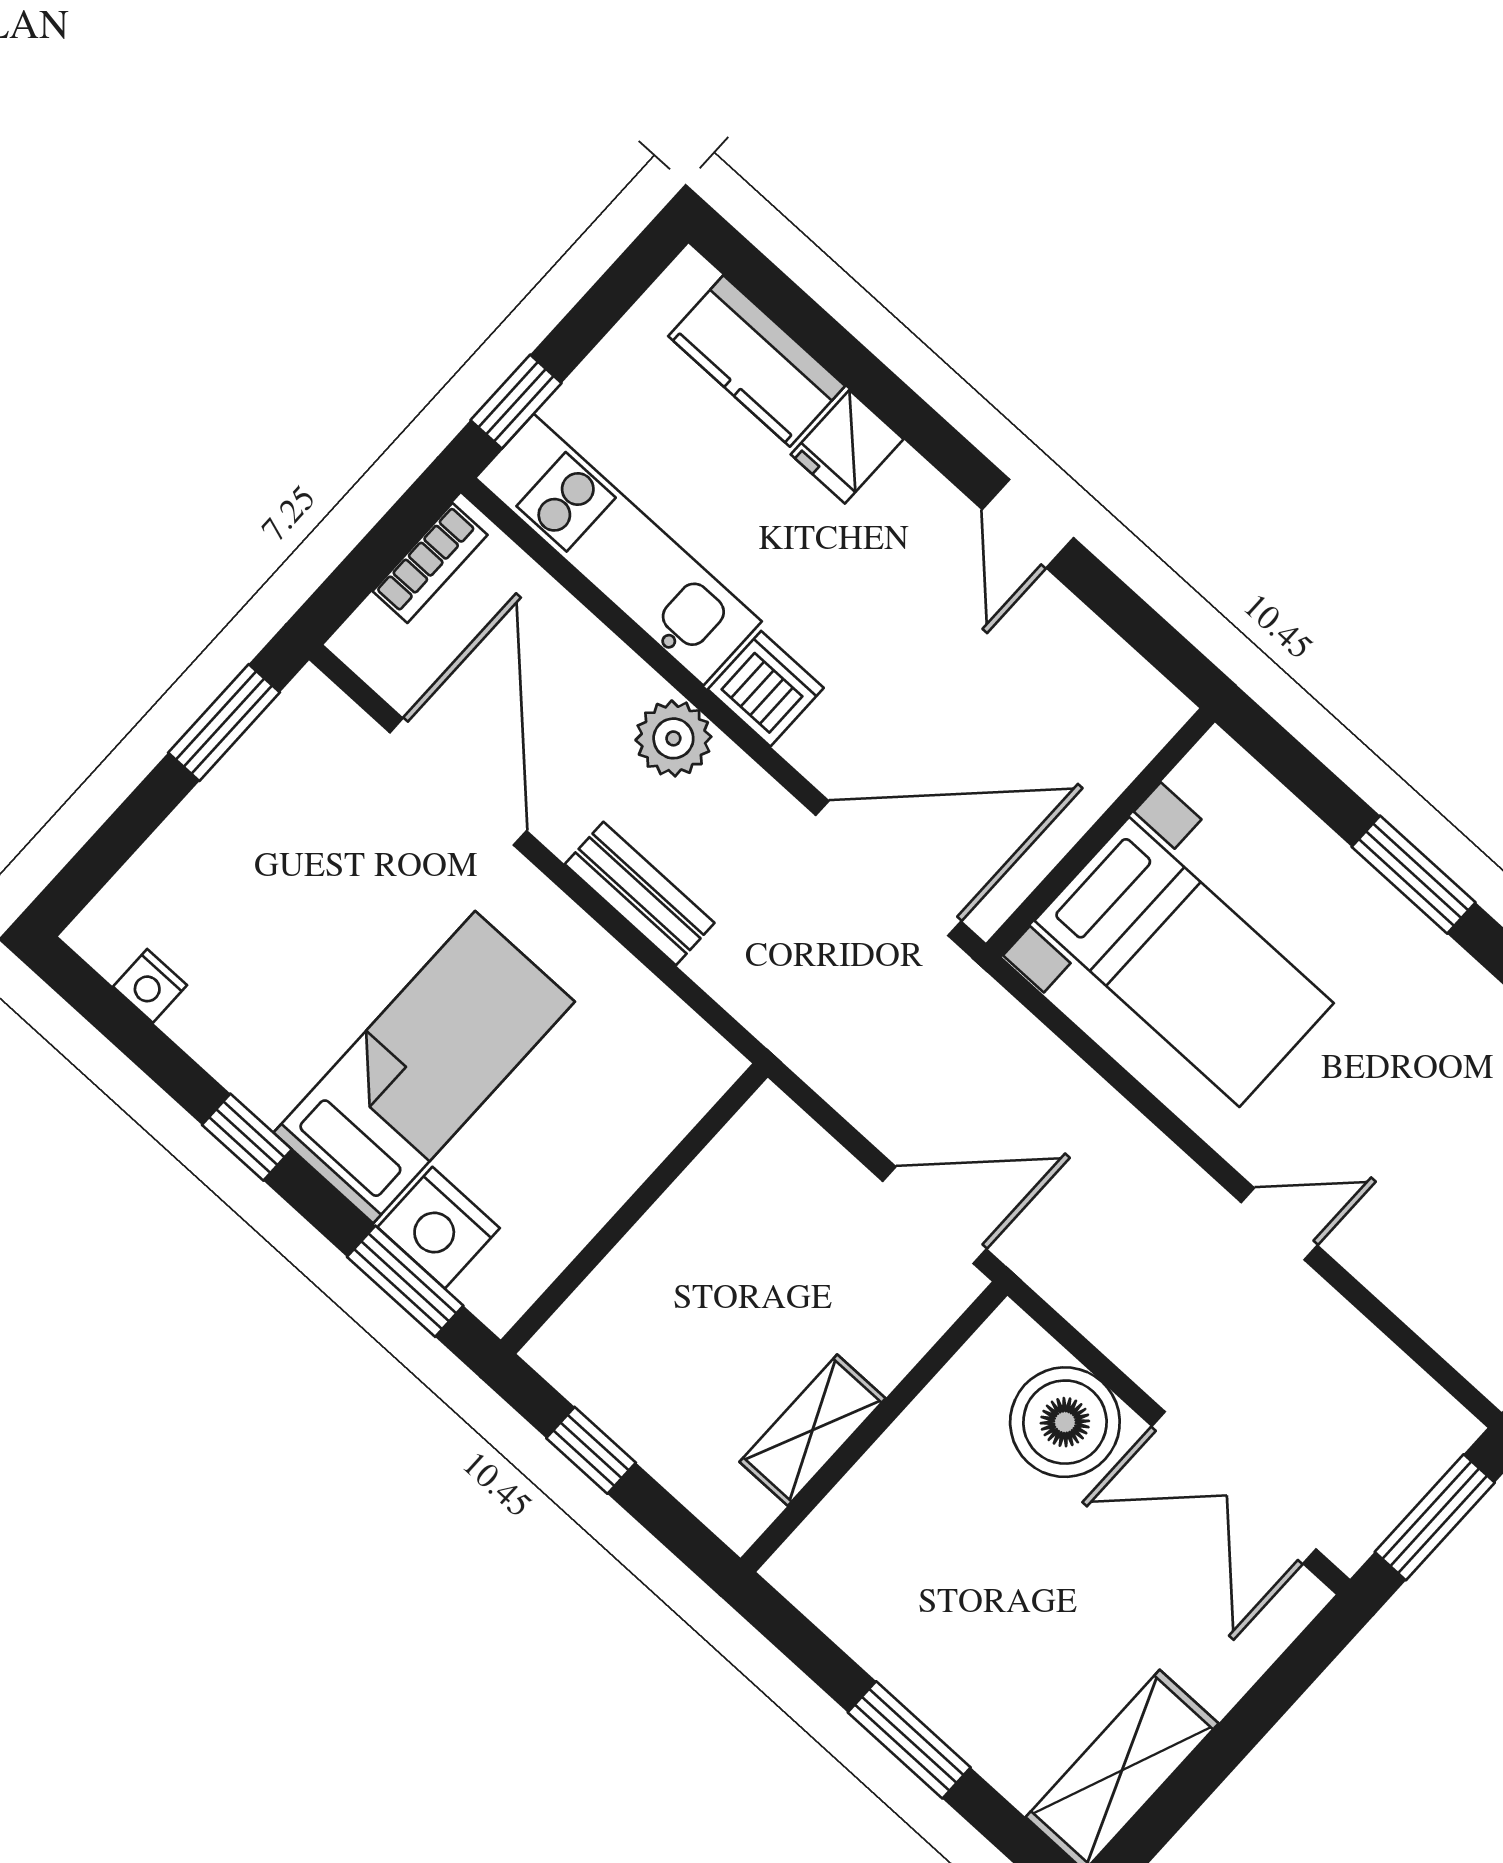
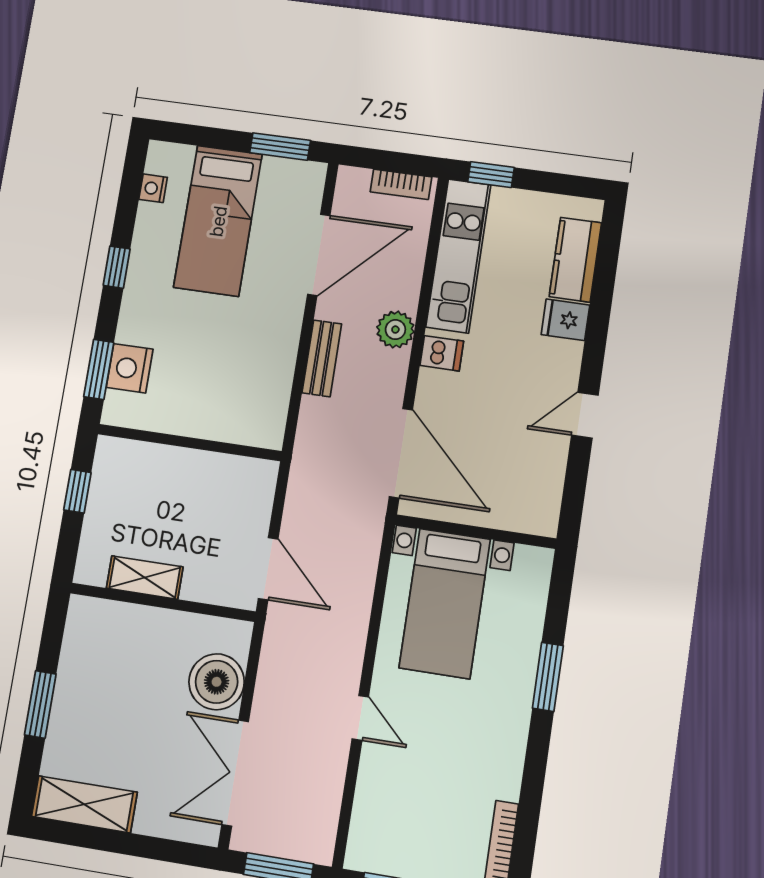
dishwasher: (766, 689) -> (442, 353), width x0.73
bed: (424, 1067) -> (218, 221), moved, turned 90

